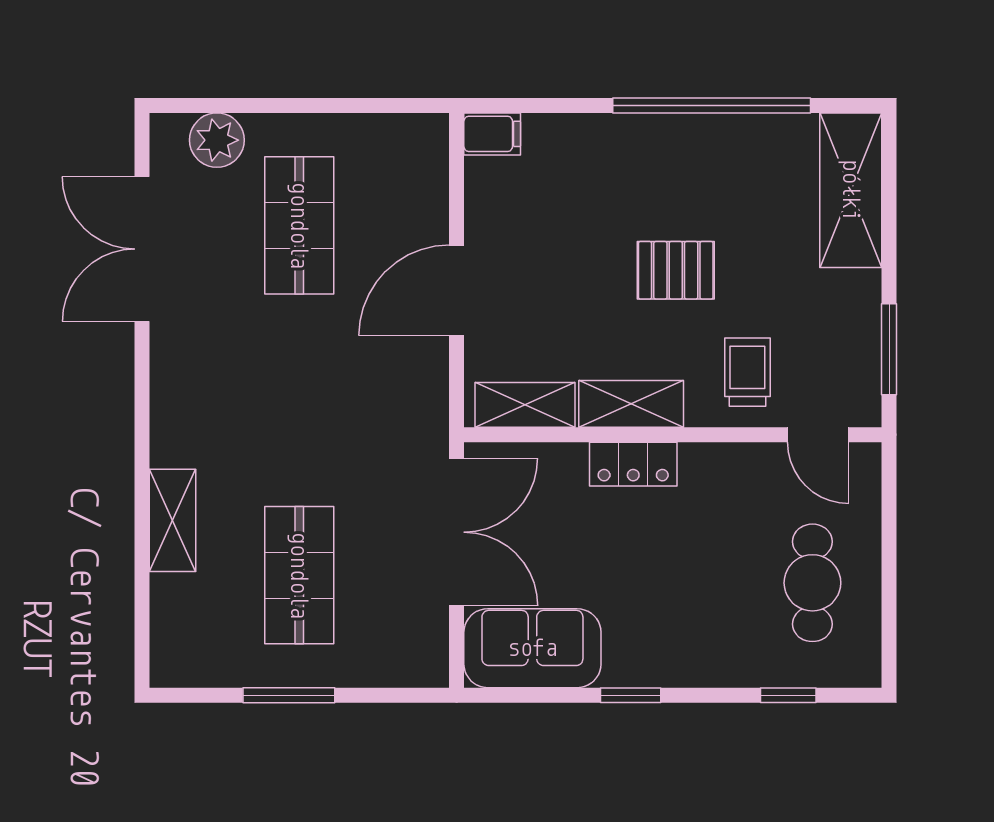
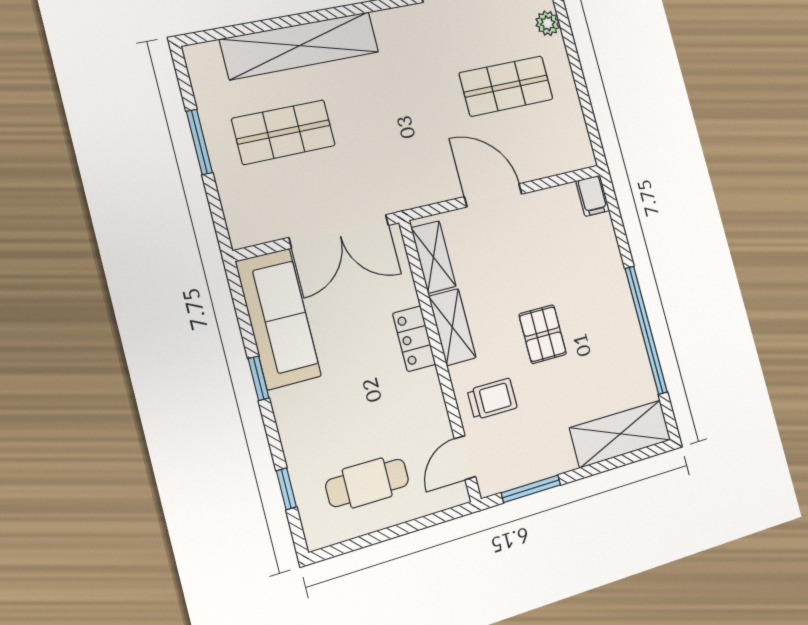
plant: (217, 140) -> (548, 23), width x0.73, depth x0.73
shelving: (173, 520) -> (300, 46), width x2.20, depth x1.33
sofa: (532, 648) -> (278, 319), width x1.36

